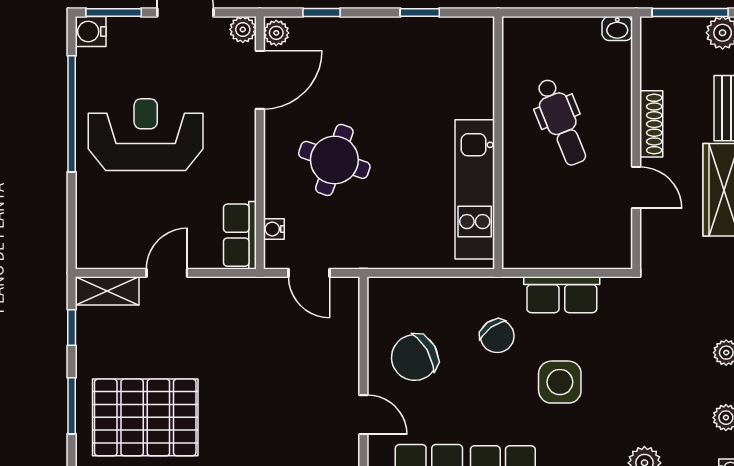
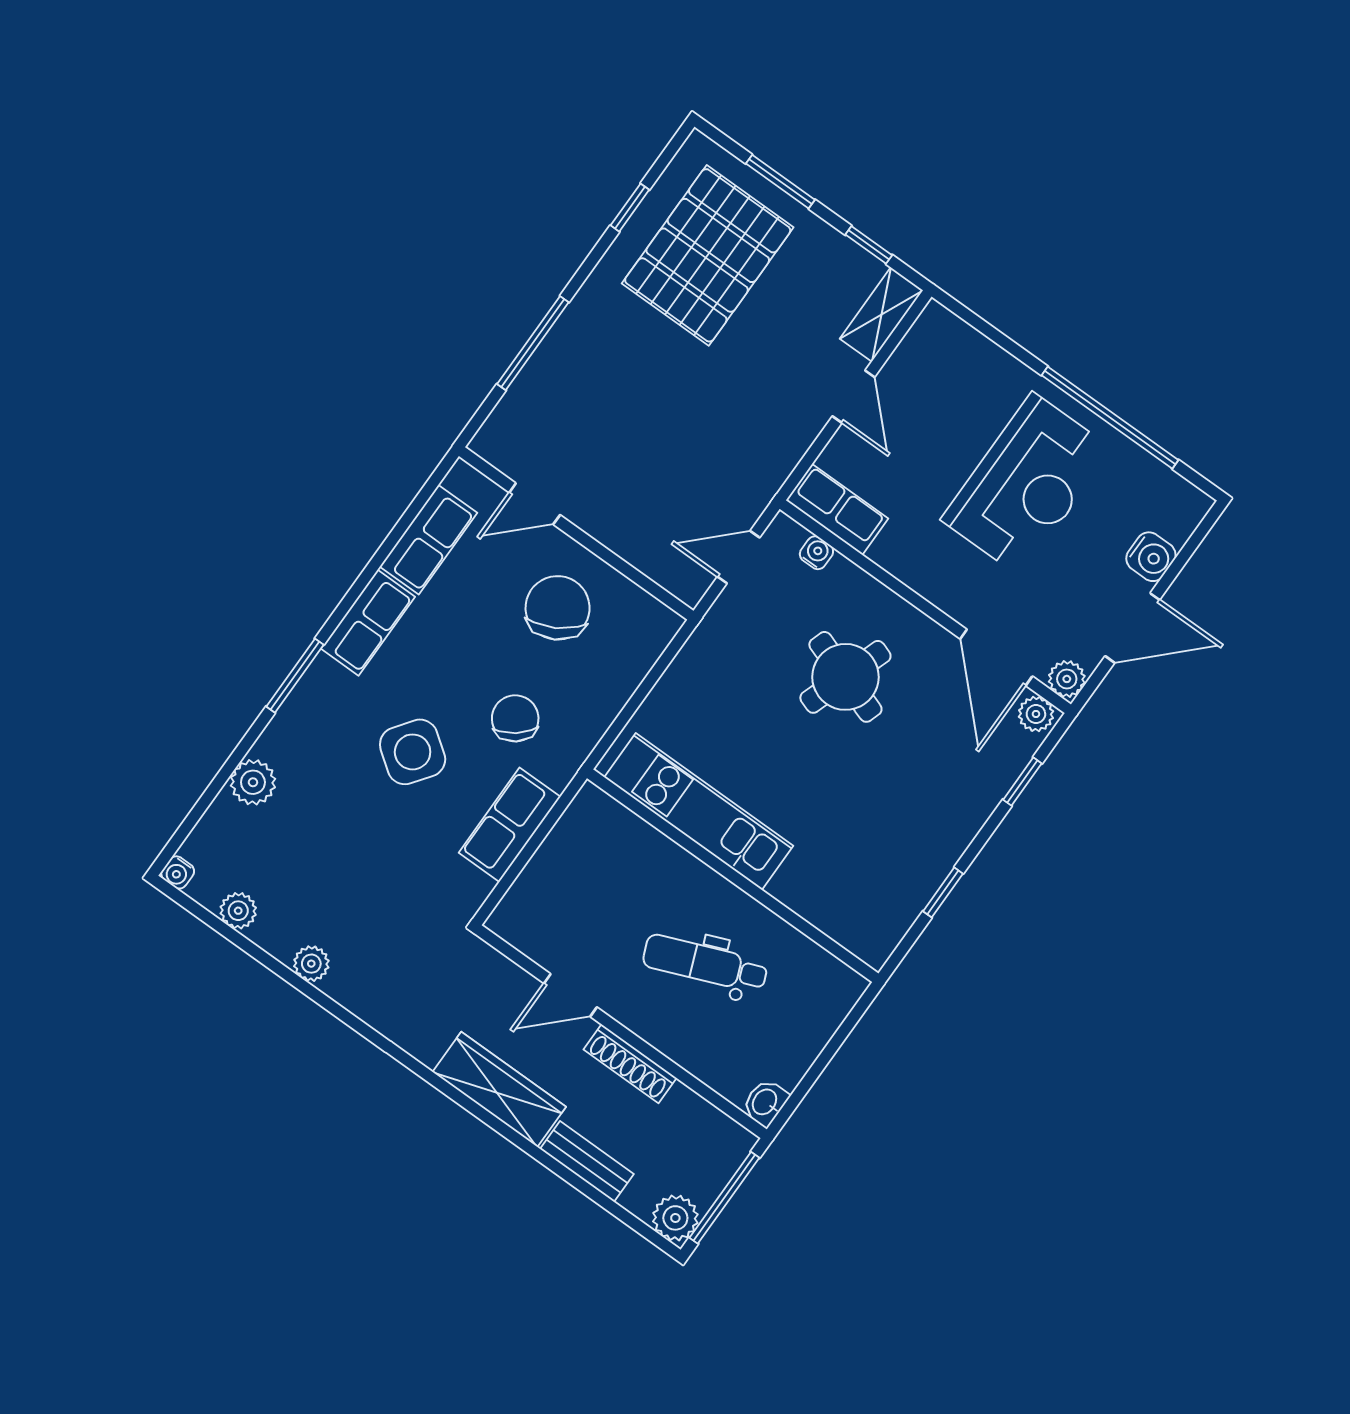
window: (114, 12) -> (1190, 547), removed
water cooler: (91, 32) -> (1151, 557), moved, turned 90
chair: (497, 336) -> (515, 718), turned 88
side table: (560, 382) -> (413, 752), turned 36

